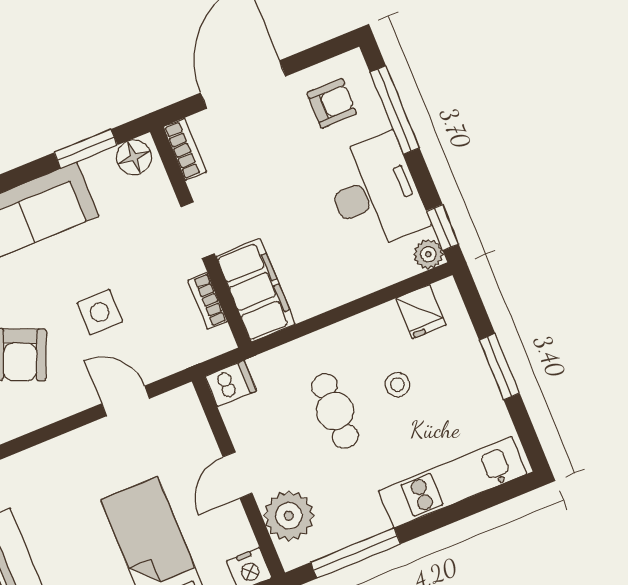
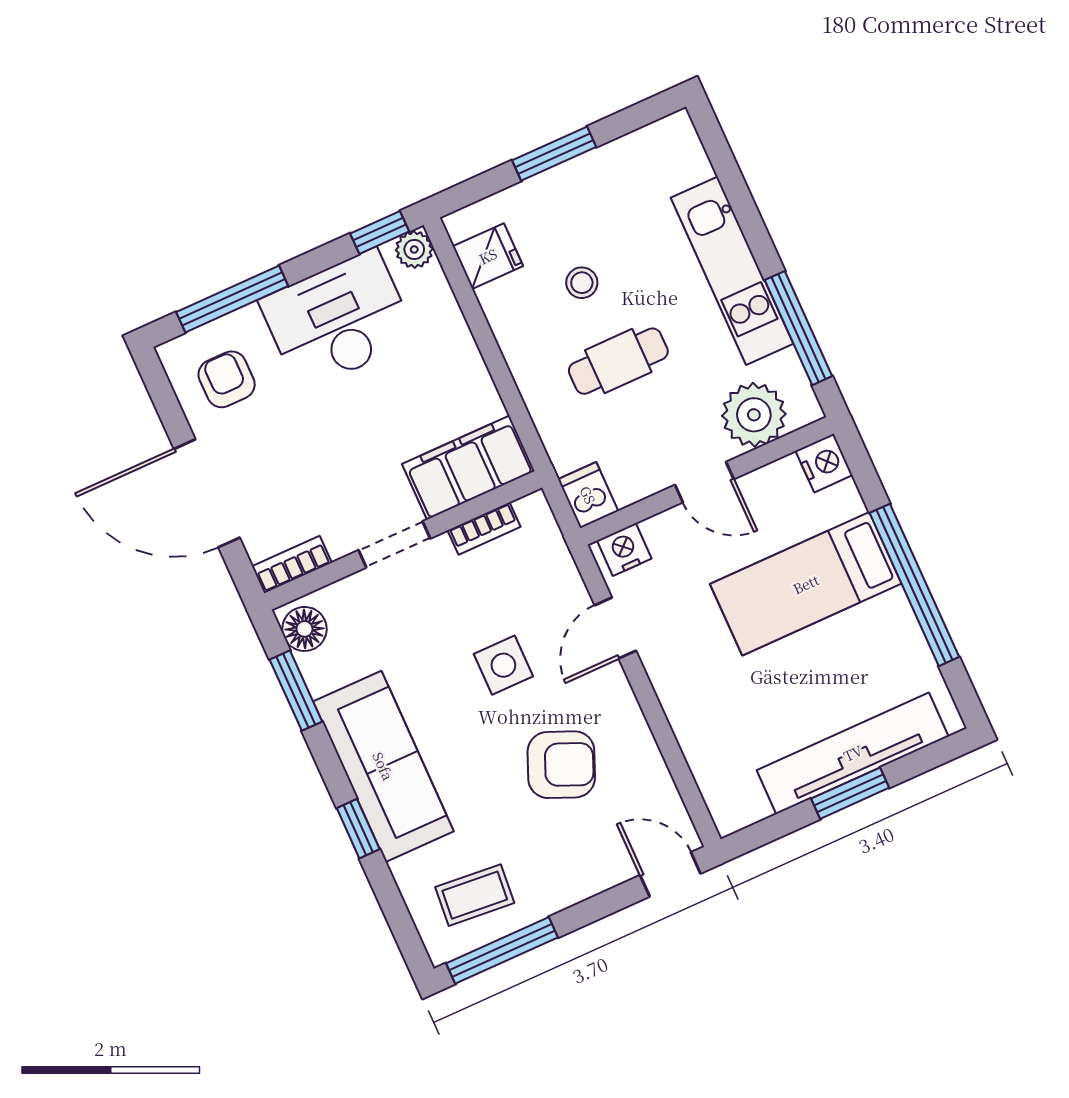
nightstand: (187, 410) -> (624, 549), added
kitchen unit: (453, 482) -> (732, 271), moved

